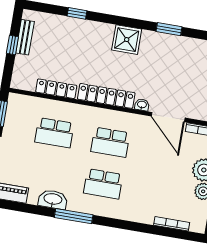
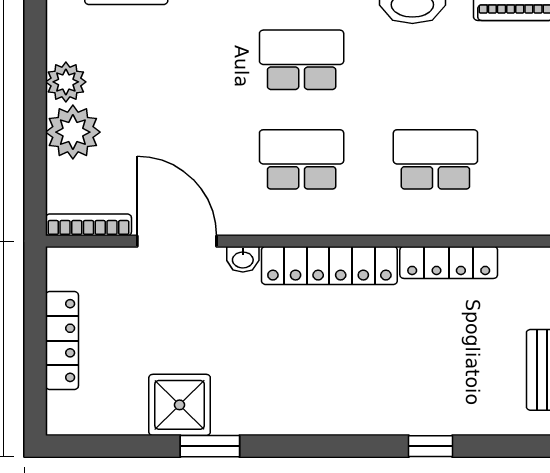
shower: (127, 40) -> (180, 405), moved

